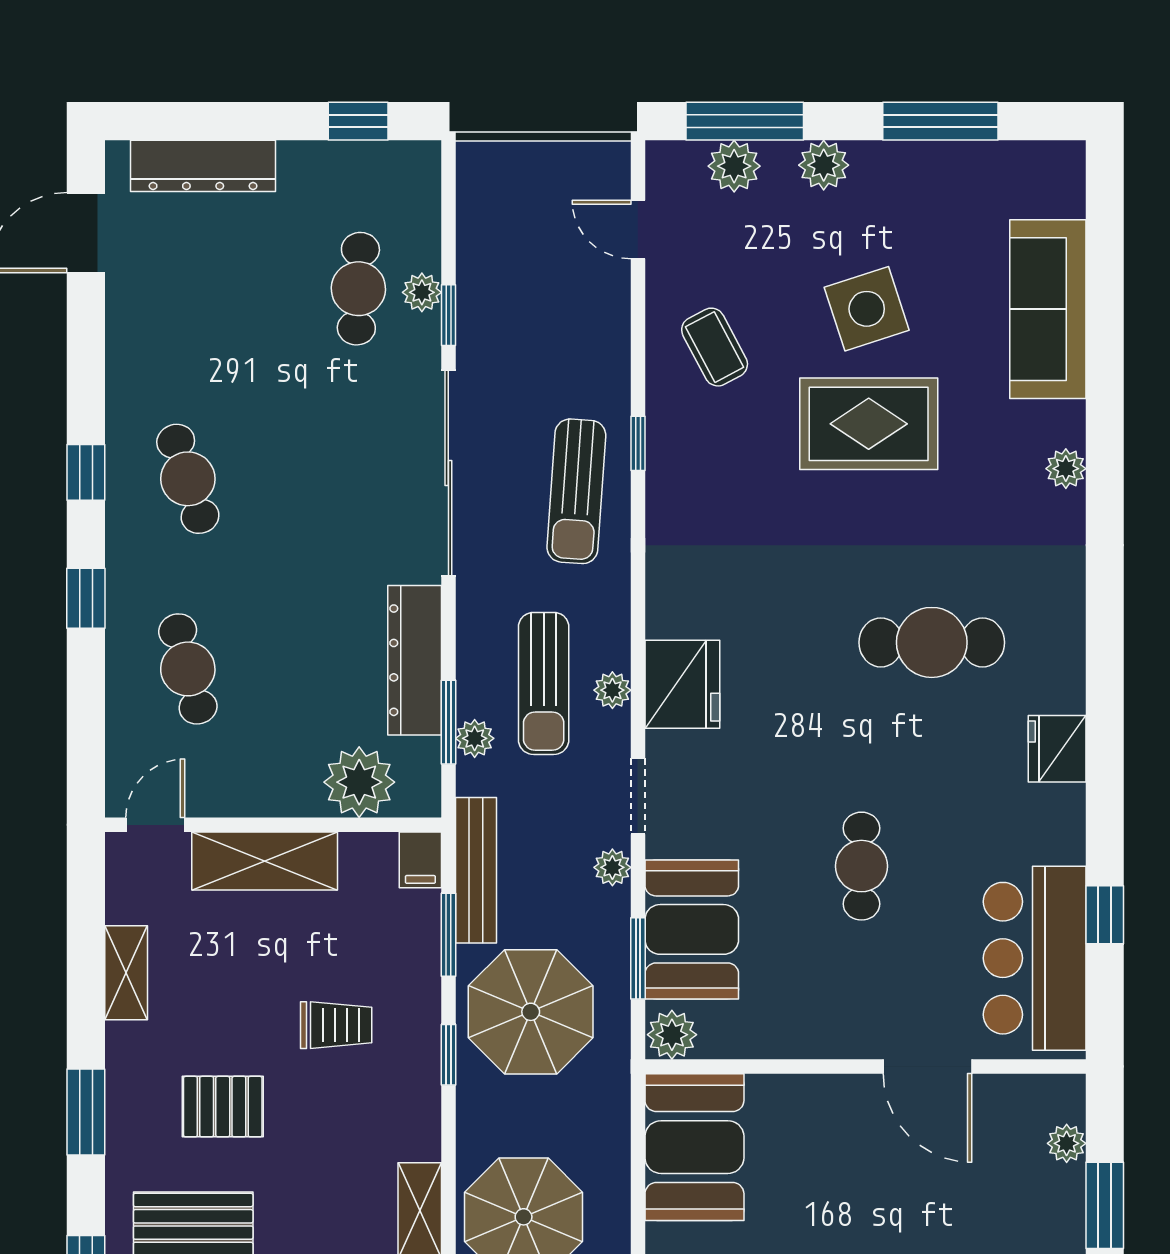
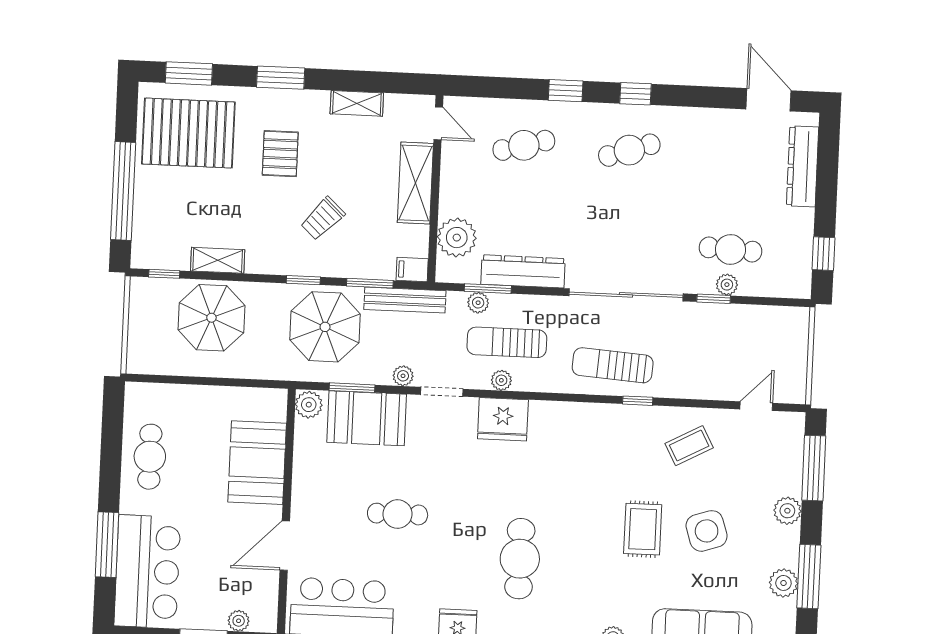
plant: (734, 166) -> (783, 583), moved
rug: (869, 424) -> (643, 529), width x0.73, depth x0.70
trolley: (336, 1025) -> (323, 219), turned 43
booth: (694, 1147) -> (257, 463), moved, turned 90

